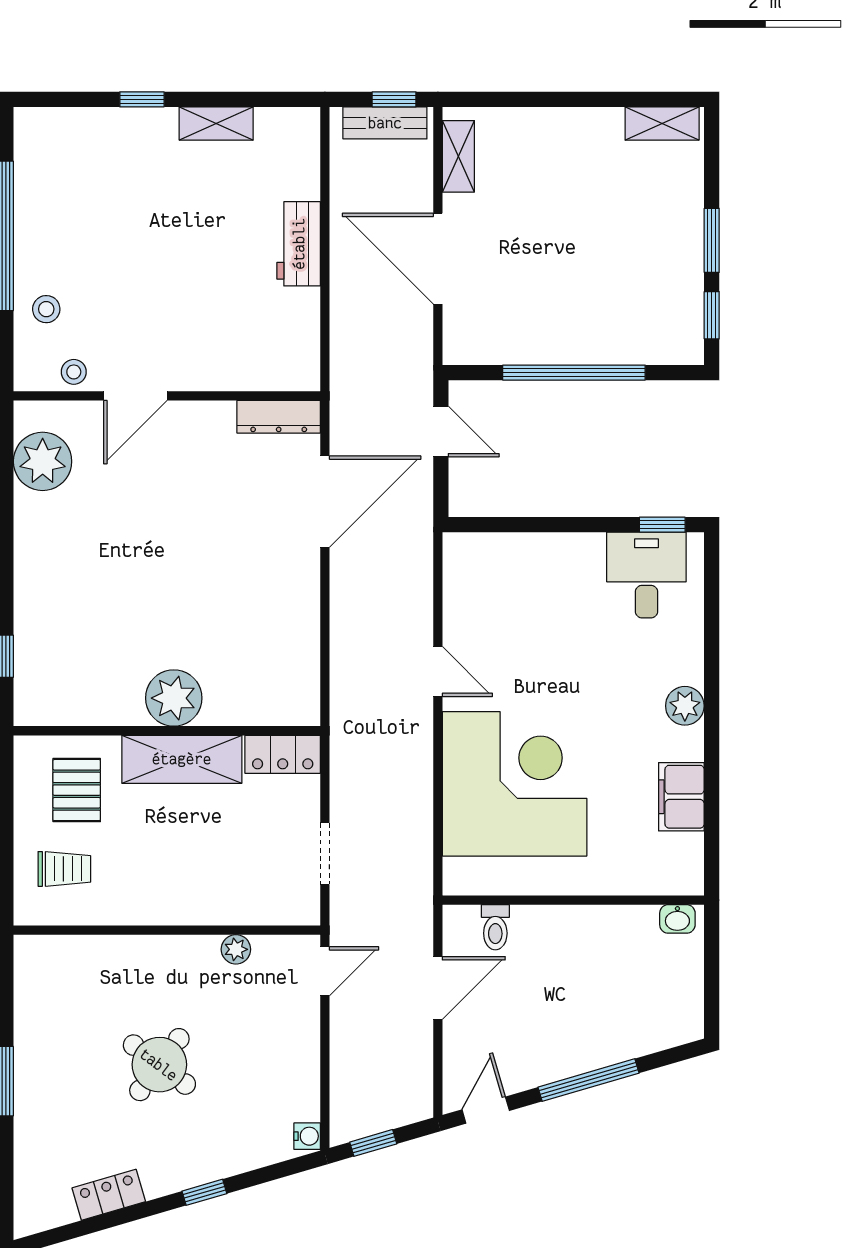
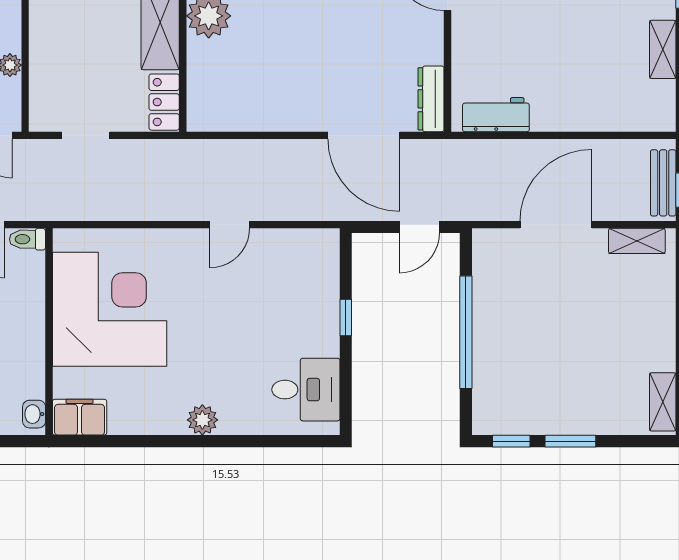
workbench: (299, 244) -> (496, 115), moved
window: (662, 525) -> (346, 317), moved
corner desk: (515, 784) -> (110, 309), moved, turned -90
filing cabinet: (681, 797) -> (80, 417), moved
toilet: (495, 927) -> (27, 239), moved

